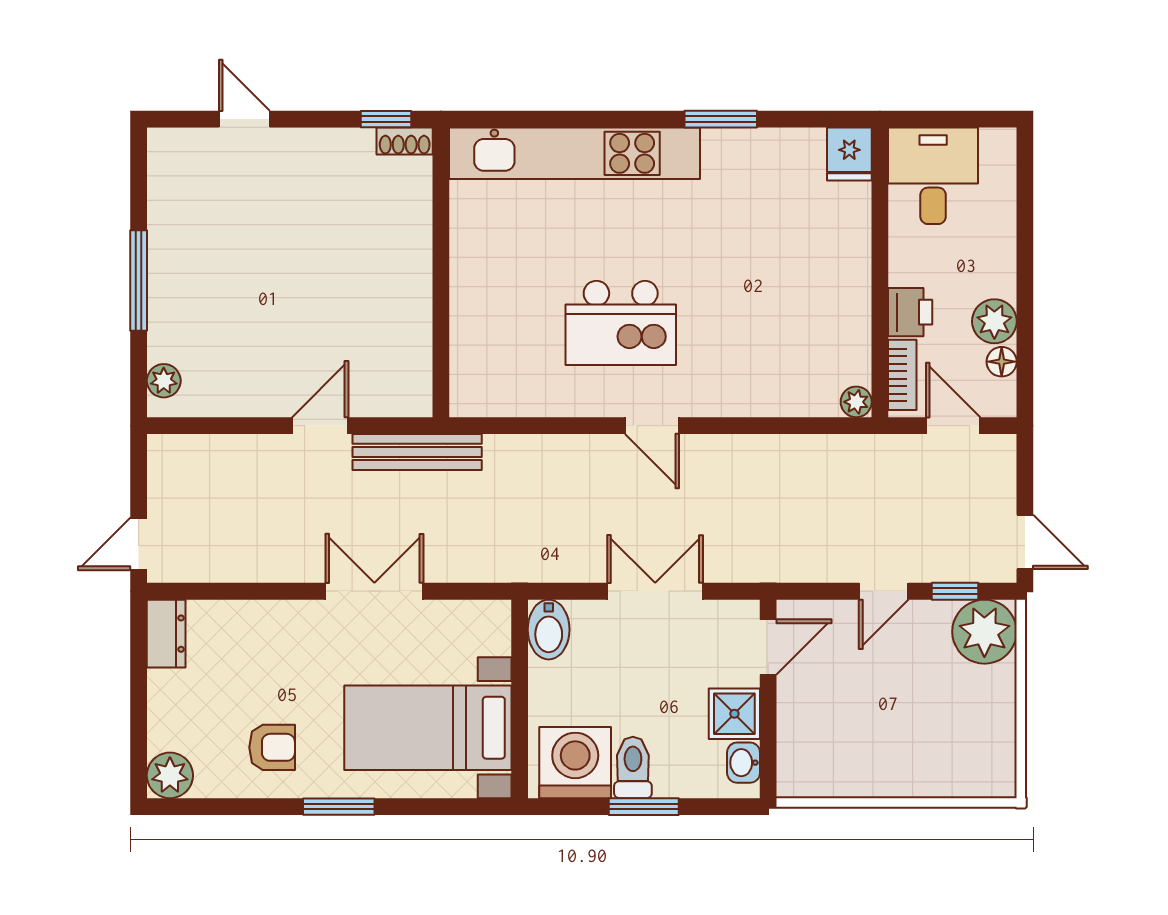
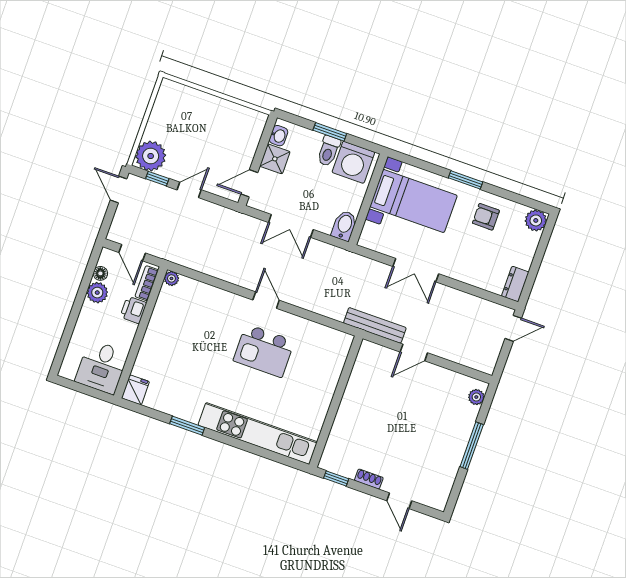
shoe rack: (405, 141) -> (369, 479), moved
kitchen island: (621, 323) -> (264, 351), turned 180

